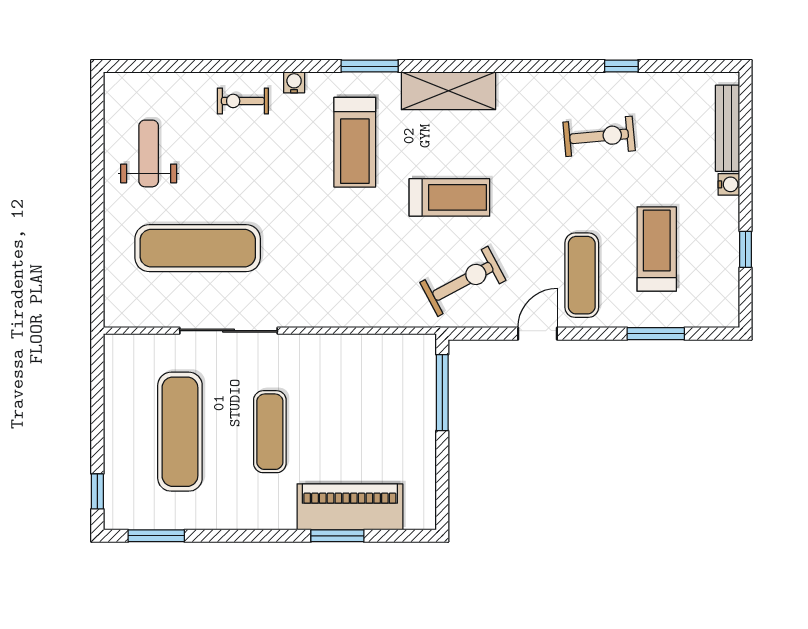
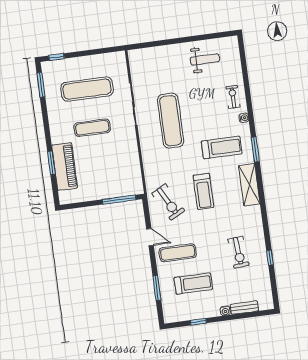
bench: (728, 128) -> (244, 308), width x0.73
treadmill: (355, 142) -> (222, 147), turned 180
exercise mat: (198, 248) -> (171, 121), moved

